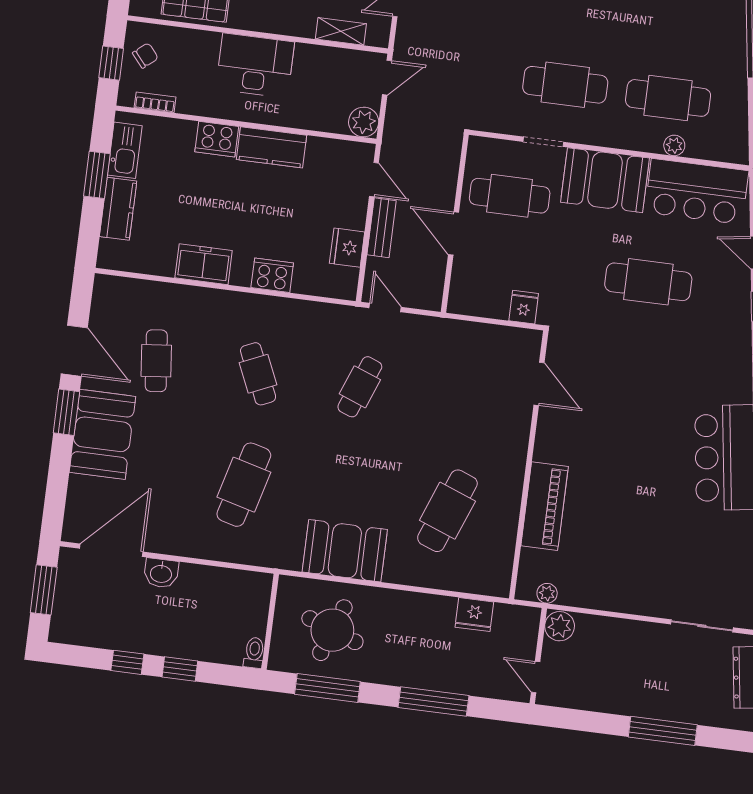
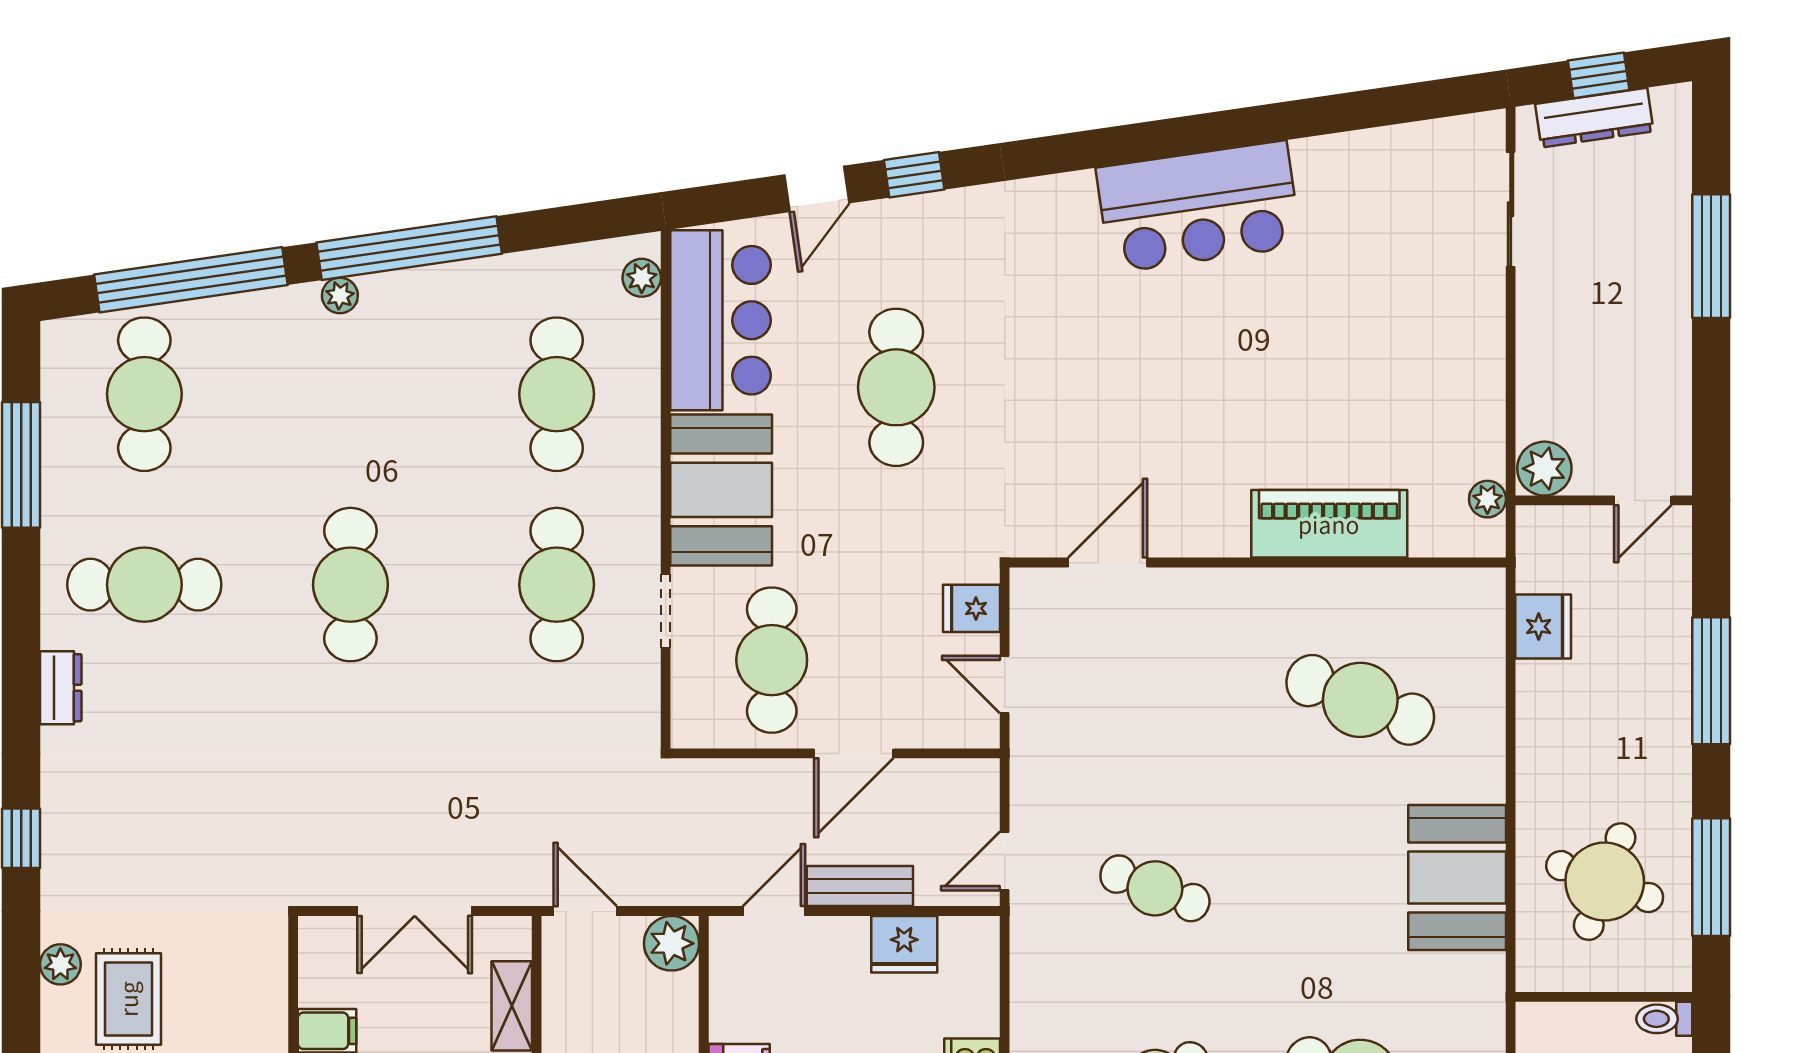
plant: (674, 145) -> (642, 278), moved
door: (480, 320) -> (1005, 685), added

